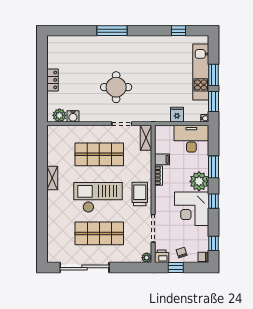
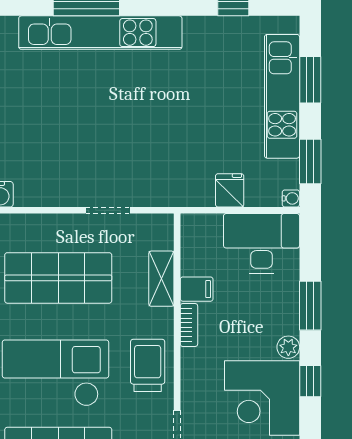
kitchen unit: (118, 43) -> (100, 33), added
window: (213, 75) -> (310, 80), moved
round table: (116, 87) -> (95, 130), removed
shelving: (146, 138) -> (161, 279), moved
plant: (199, 181) -> (288, 347), width x0.53, depth x0.53

